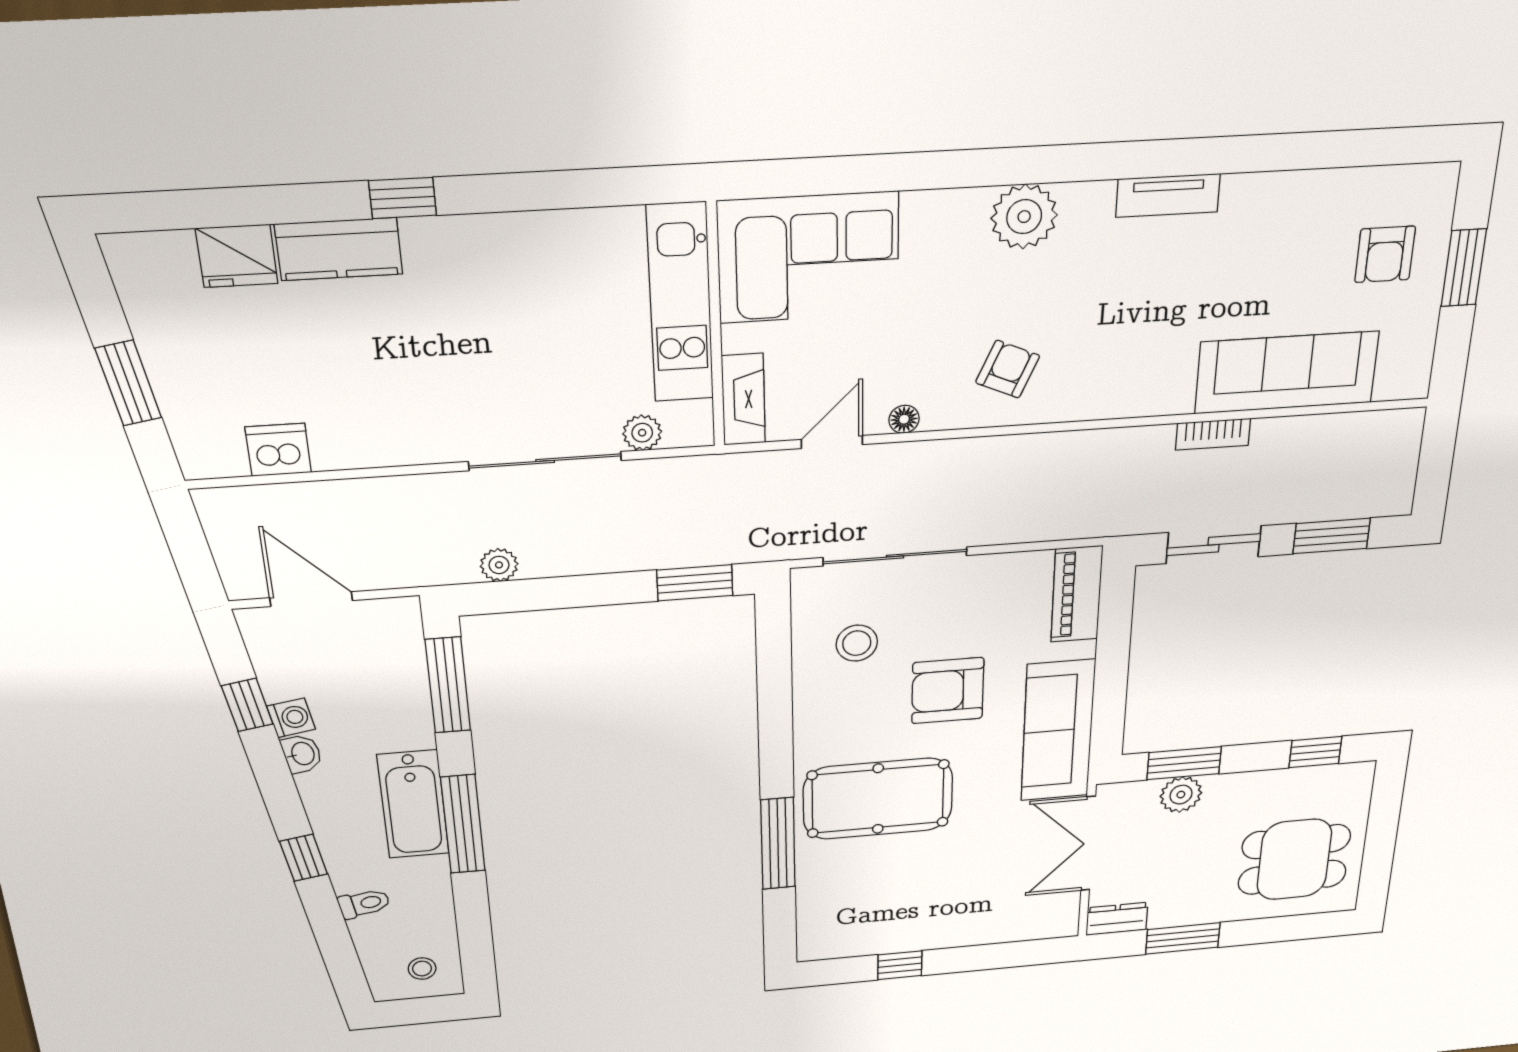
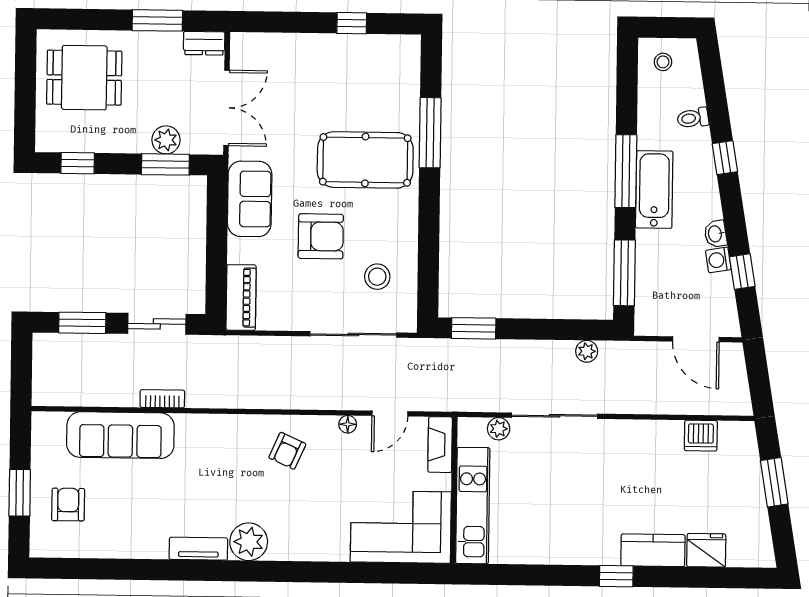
plant: (1024, 217) -> (249, 542), moved
sofa: (1058, 731) -> (250, 199), width x0.73

